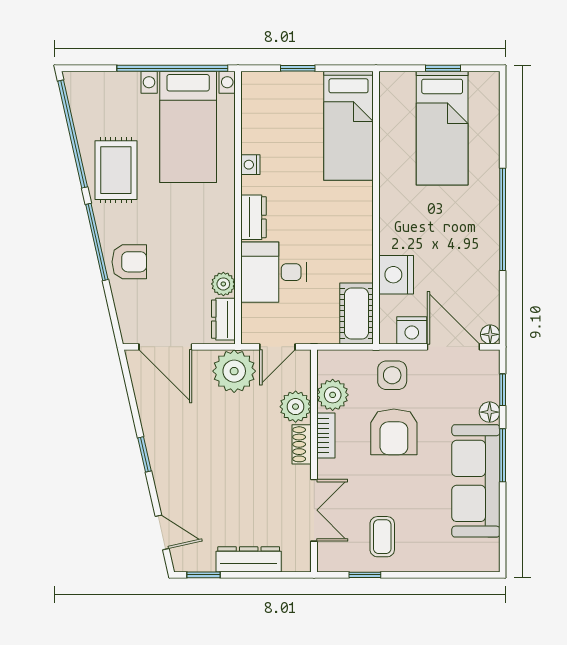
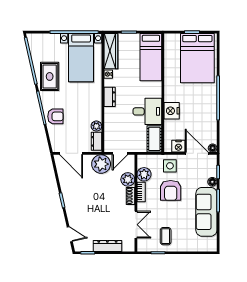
wardrobe: (257, 112) -> (111, 51), added
bed: (442, 128) -> (197, 58), width x1.50
desk: (274, 272) -> (147, 111), moved, turned 180
nightstand: (396, 275) -> (172, 111), moved

